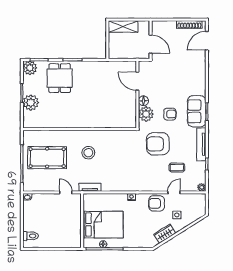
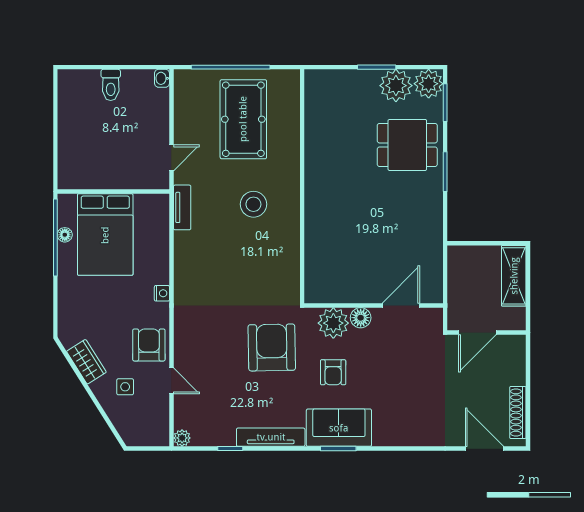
plant: (31, 103) -> (396, 86), moved
coffee table: (177, 168) -> (223, 387), removed
toilet: (30, 236) -> (111, 85), moved

